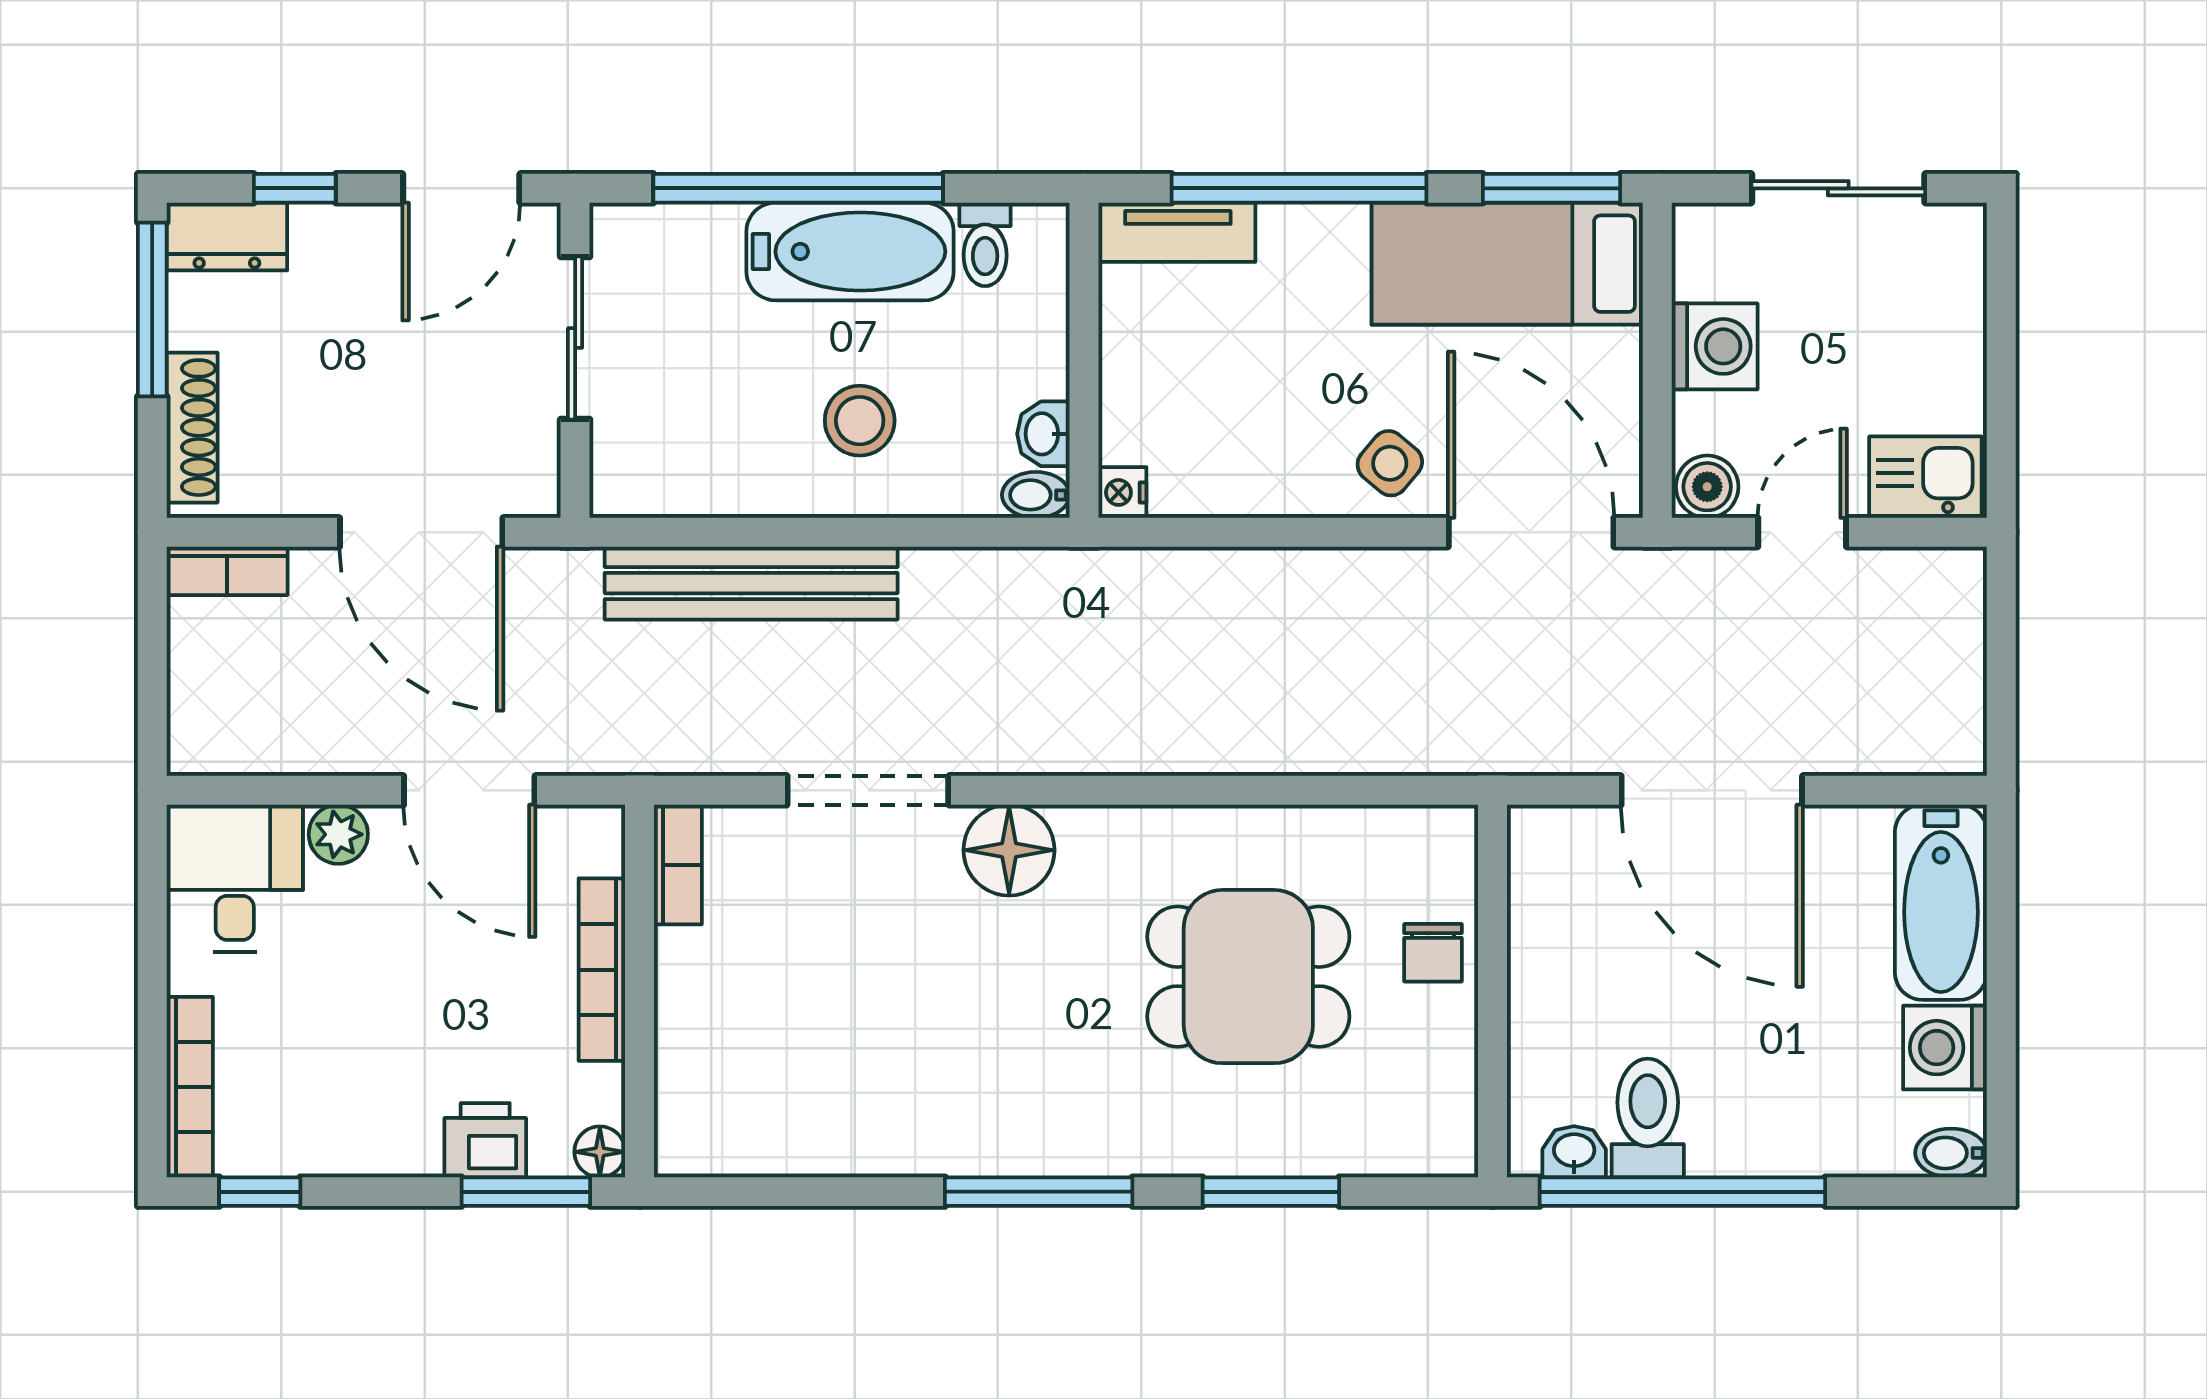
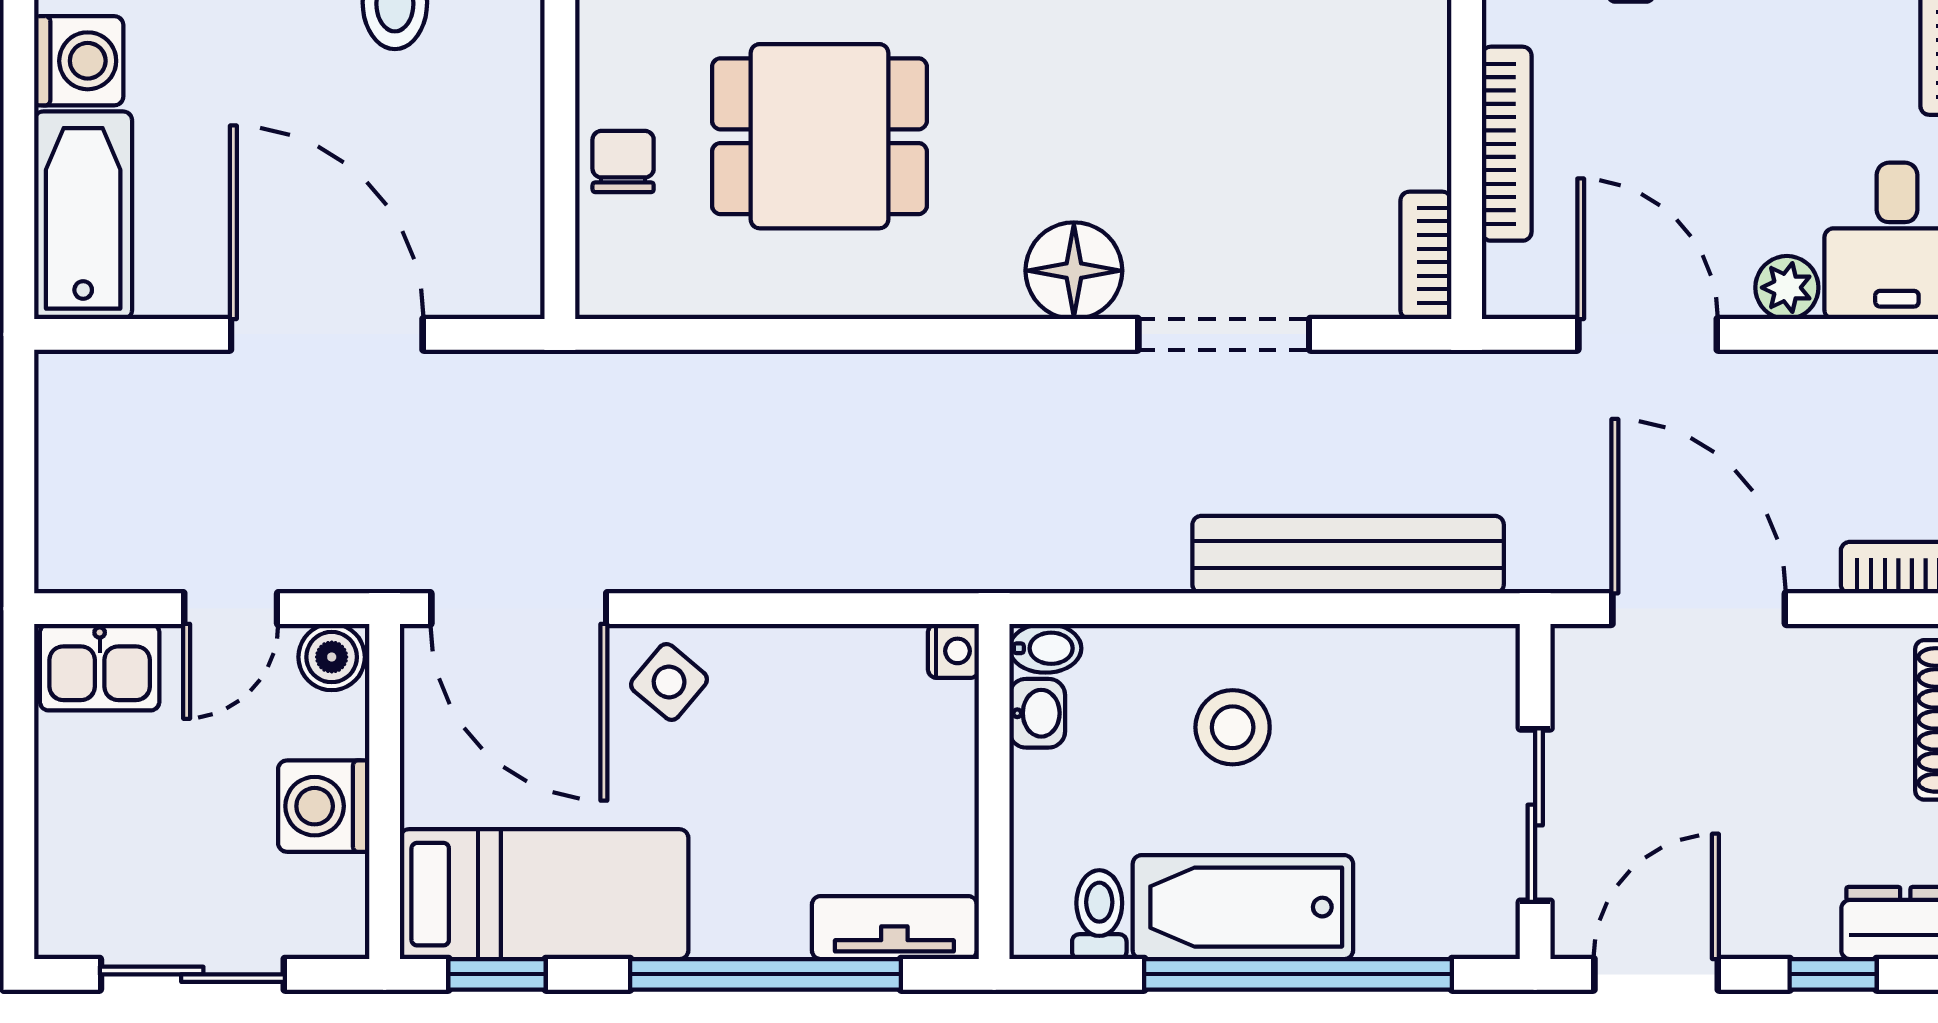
window: (1552, 188) -> (497, 974), width x0.67

